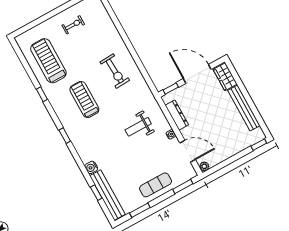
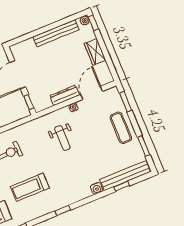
wardrobe: (225, 77) -> (95, 52), moved, turned 90
dresser: (177, 115) -> (65, 95), moved
plant: (204, 166) -> (85, 21), moved

